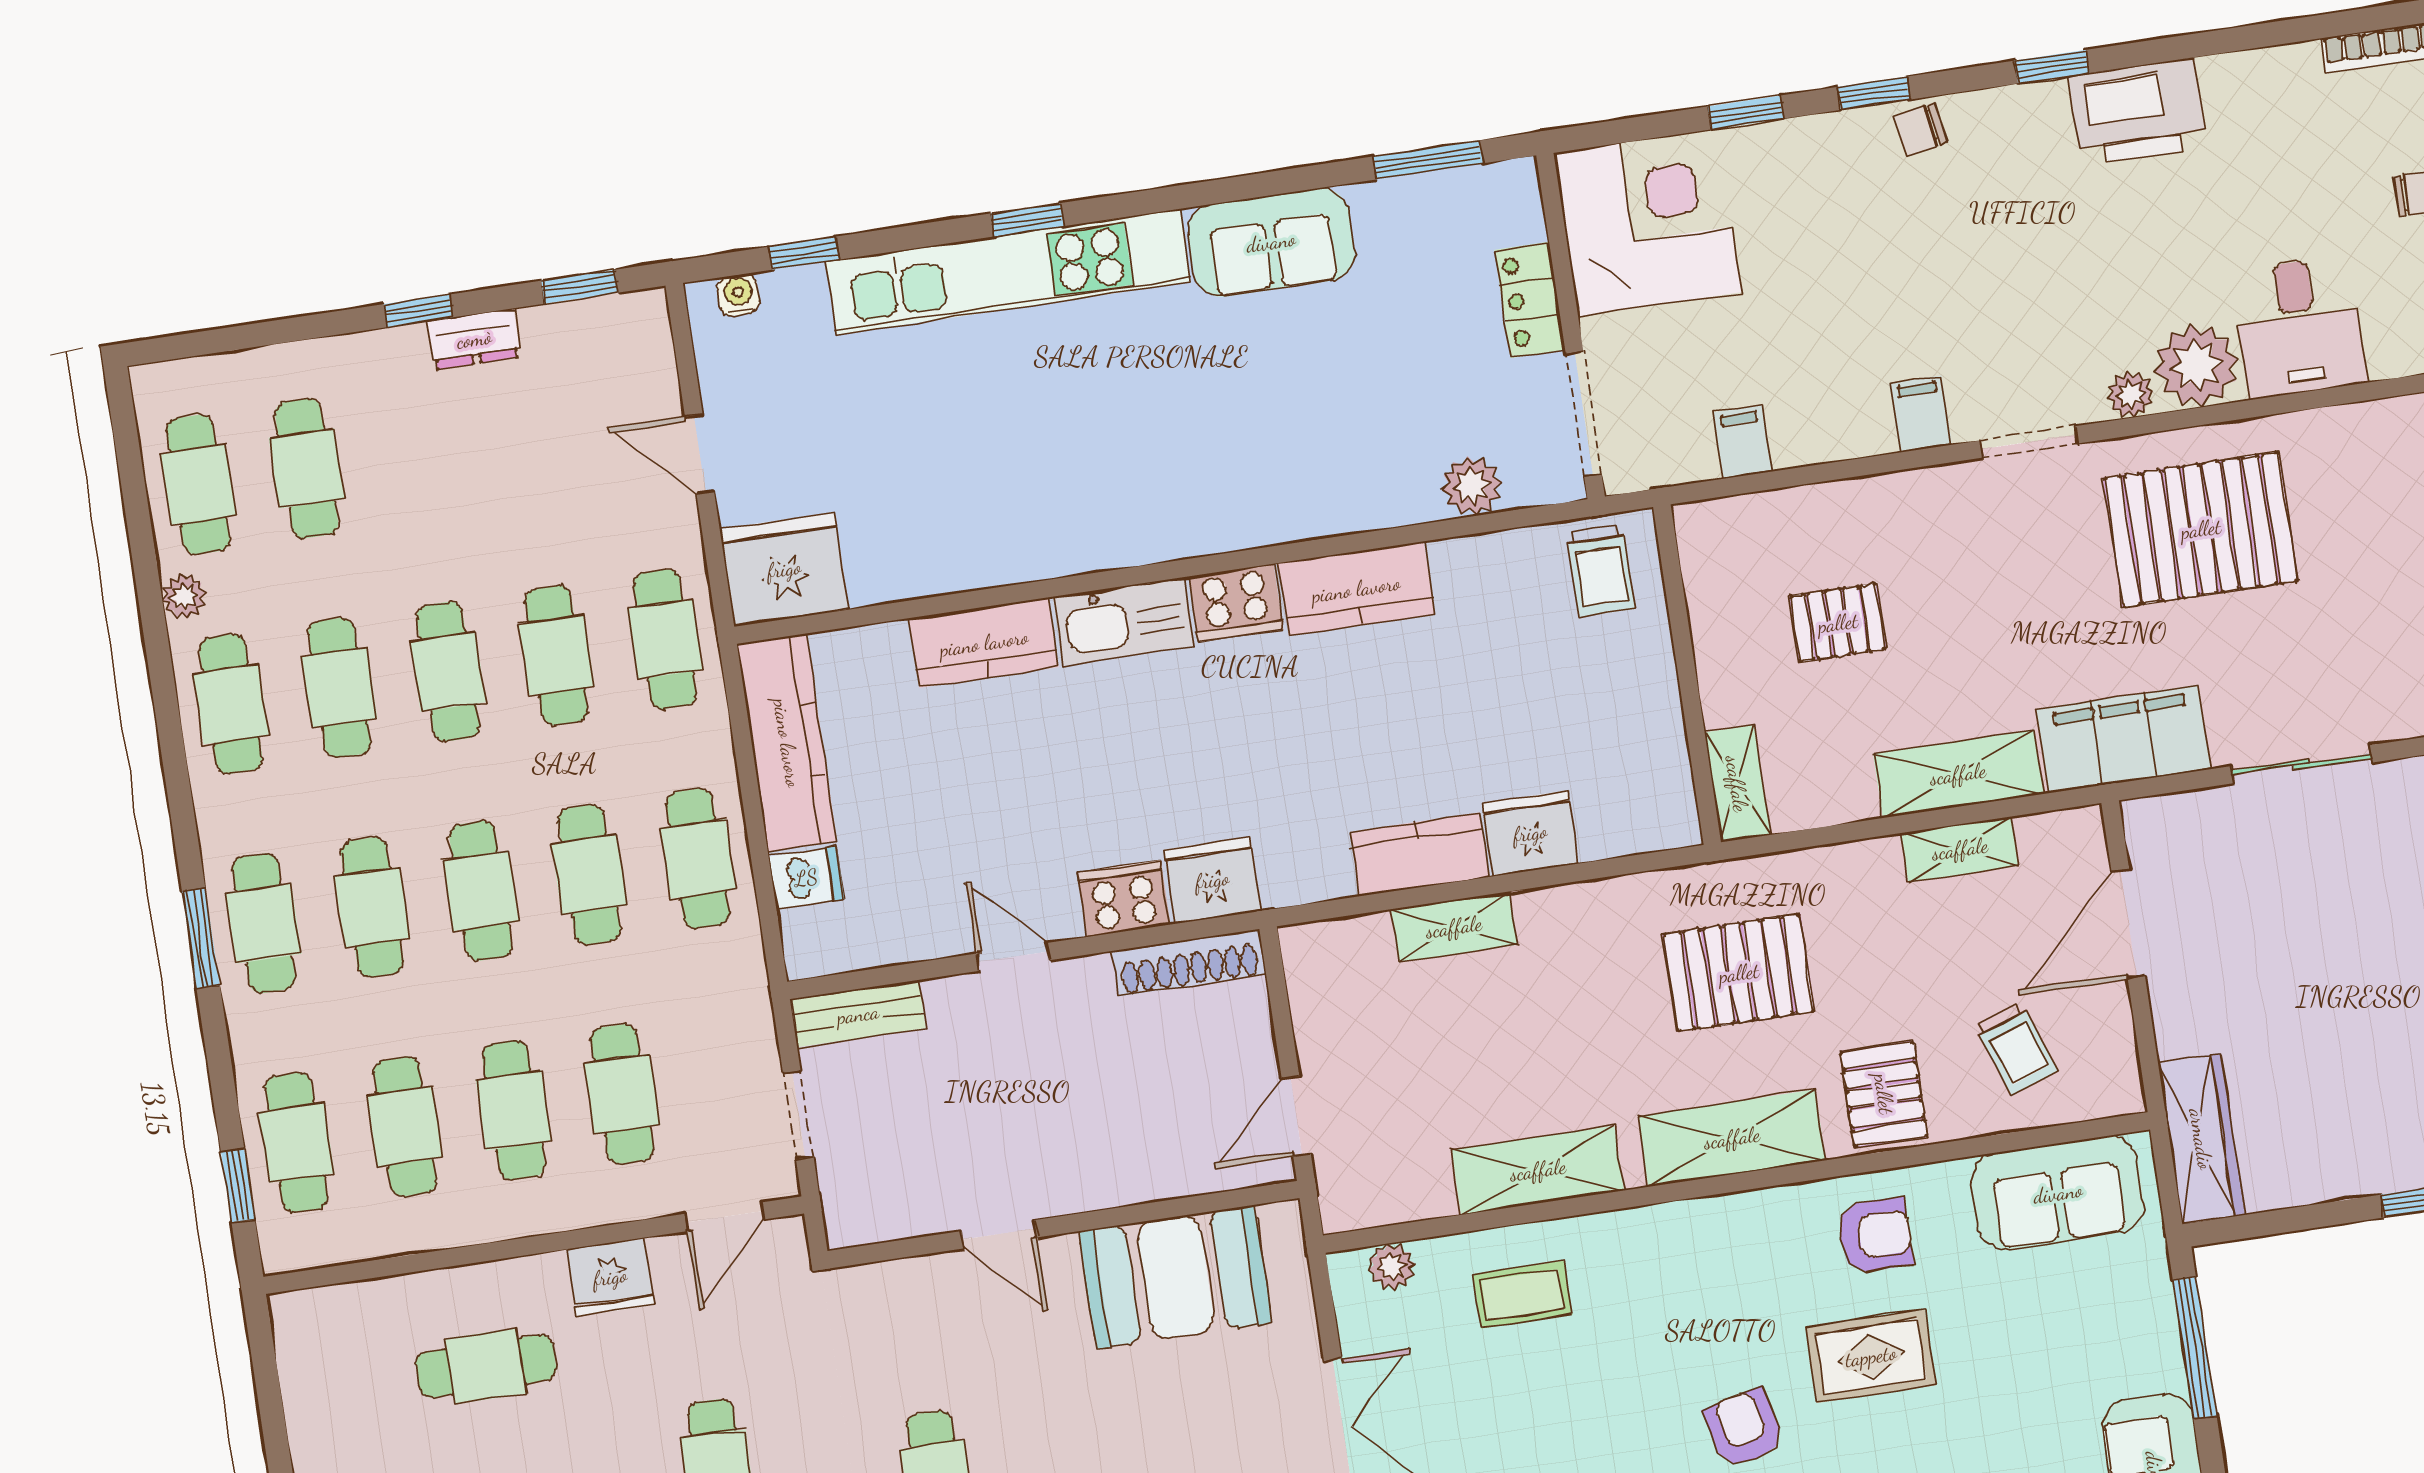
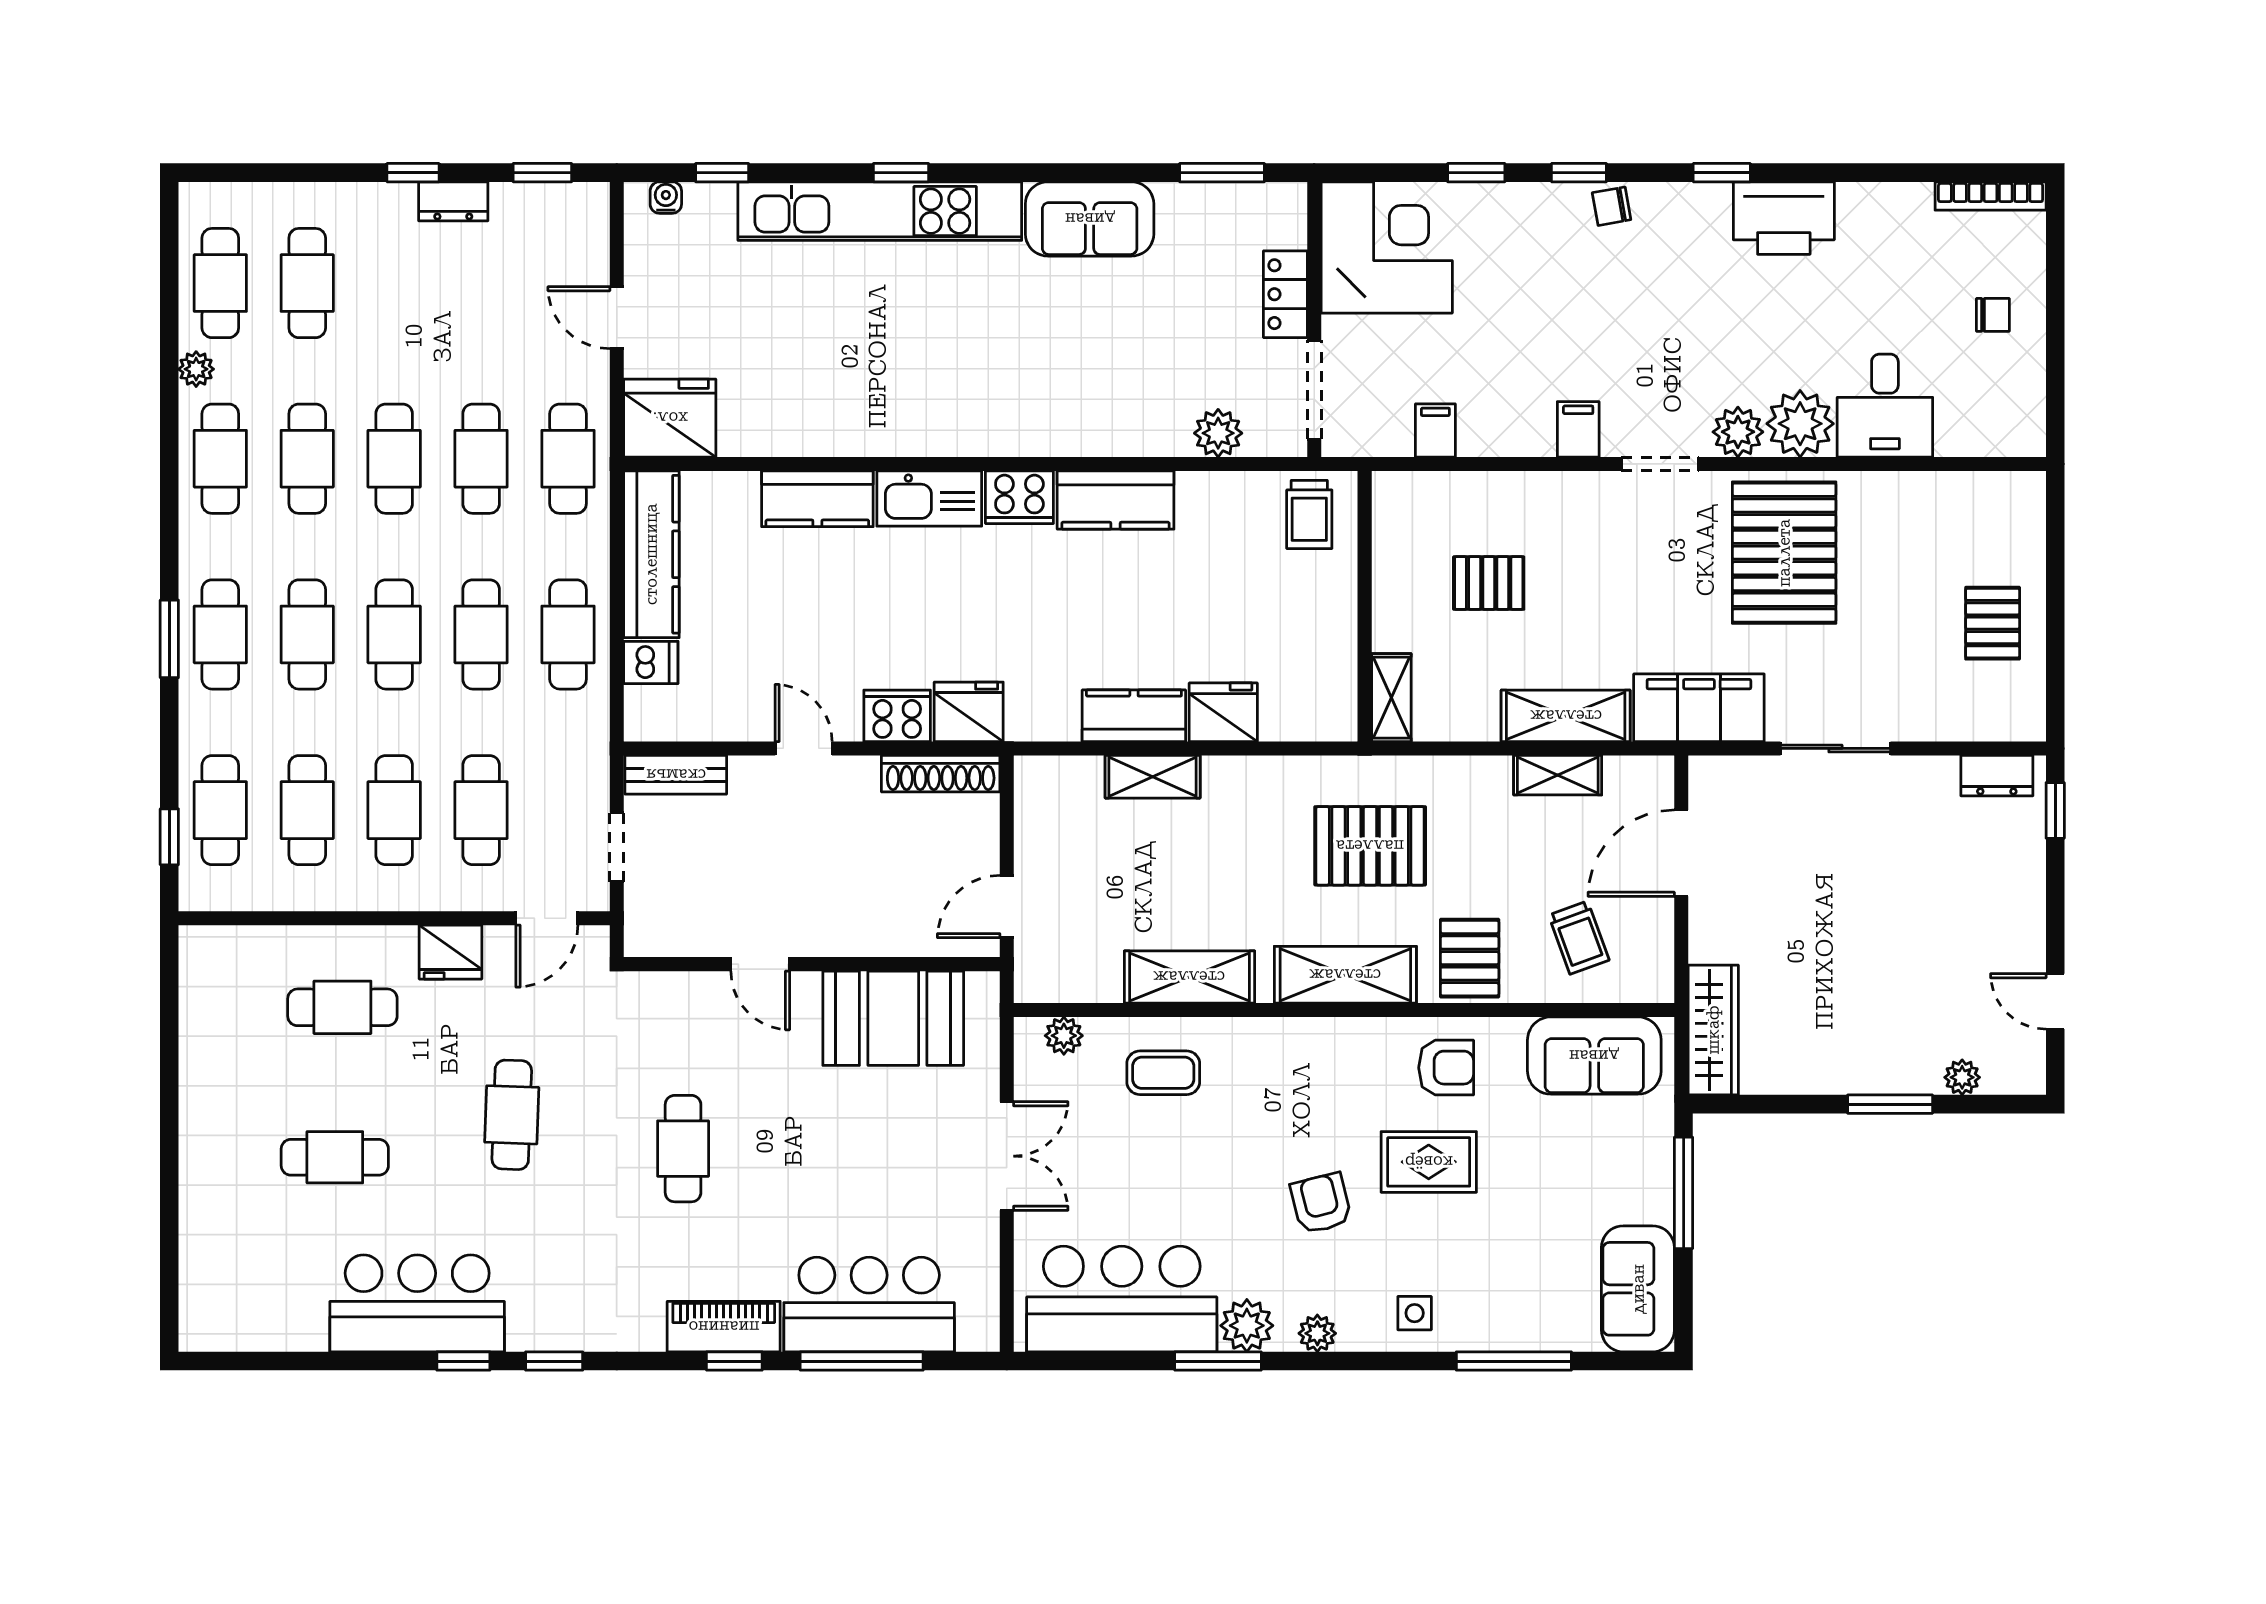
plant: (2130, 395) -> (1738, 432), width x1.38, depth x1.38
pallet: (2201, 529) -> (1784, 553), turned 90

